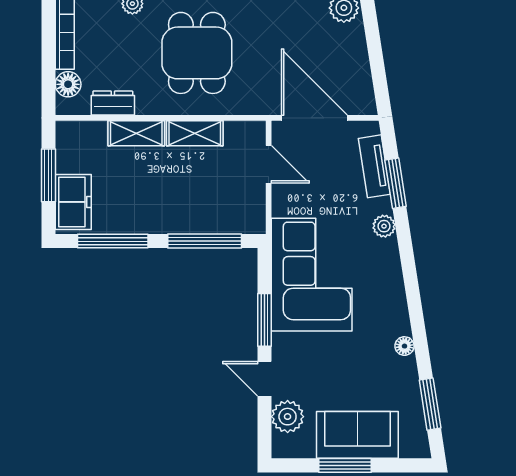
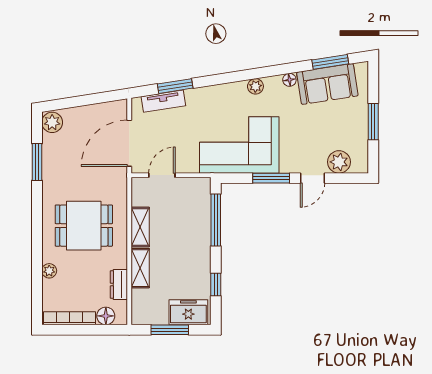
plant: (384, 226) -> (255, 86), moved
window: (113, 241) -> (216, 285), width x0.46
sofa: (357, 435) -> (327, 84), moved, turned -99

